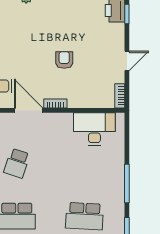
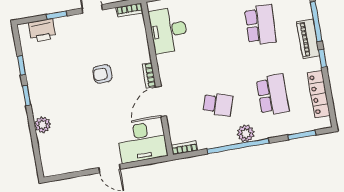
window: (127, 14) -> (56, 15), moved

